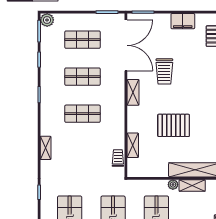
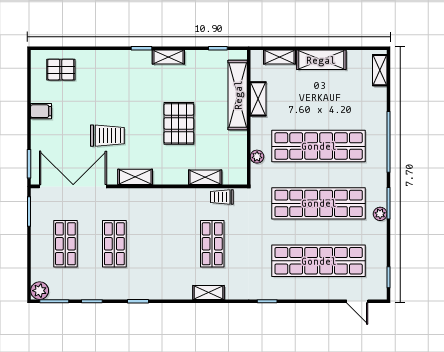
filing cabinet: (183, 21) -> (41, 111), width x0.50
shop shelf: (82, 114) -> (212, 244), moved
plant: (173, 185) -> (257, 157), moved

